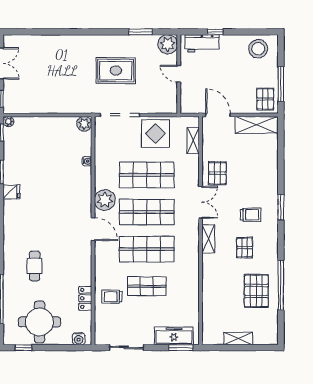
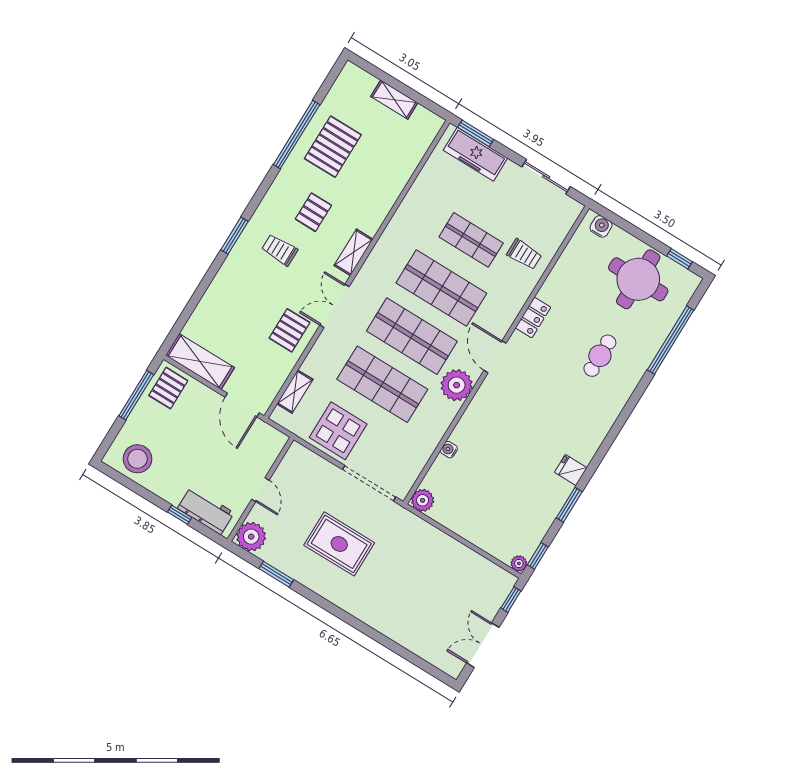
locker: (85, 298) -> (533, 318), moved

